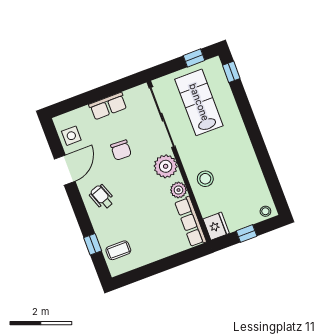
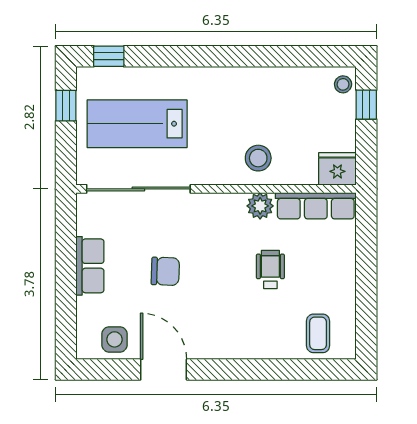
plant: (166, 166) -> (216, 212), removed
wheelchair: (102, 197) -> (270, 269), moved, turned 110
window: (247, 233) -> (366, 105), moved
window: (93, 244) -> (294, 369), removed

